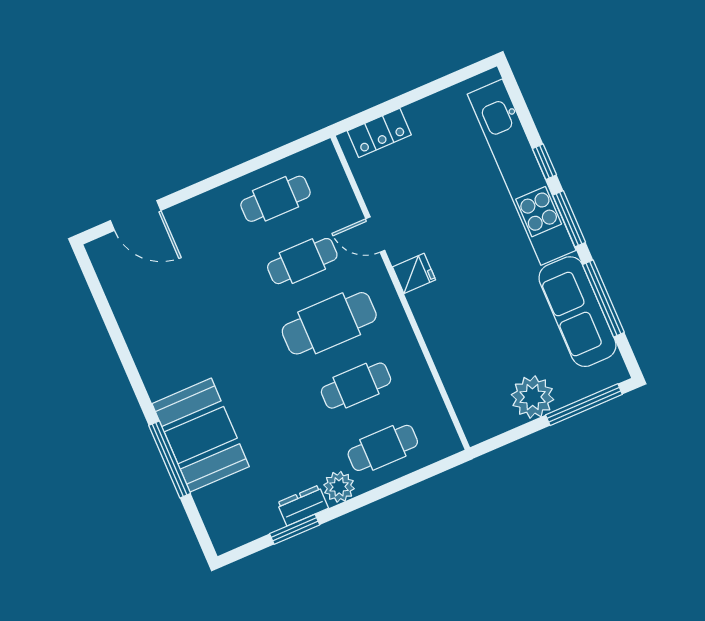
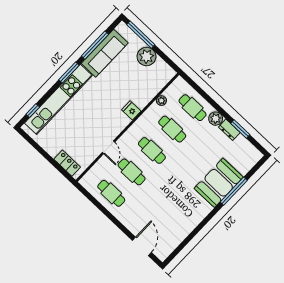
window: (544, 162) -> (33, 111), moved
fridge: (414, 273) -> (131, 110), moved
cafe table: (329, 323) -> (152, 151), width x0.73, depth x0.74
plant: (426, 389) -> (161, 101), added

